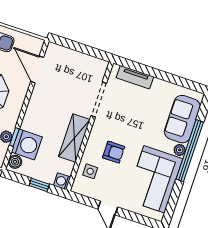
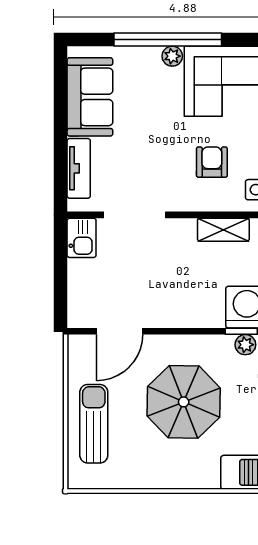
kitchen sink: (96, 66) -> (82, 238), added
sofa: (182, 119) -> (90, 97), moved, turned -90
shelving: (74, 138) -> (223, 230), width x0.67, depth x0.75

